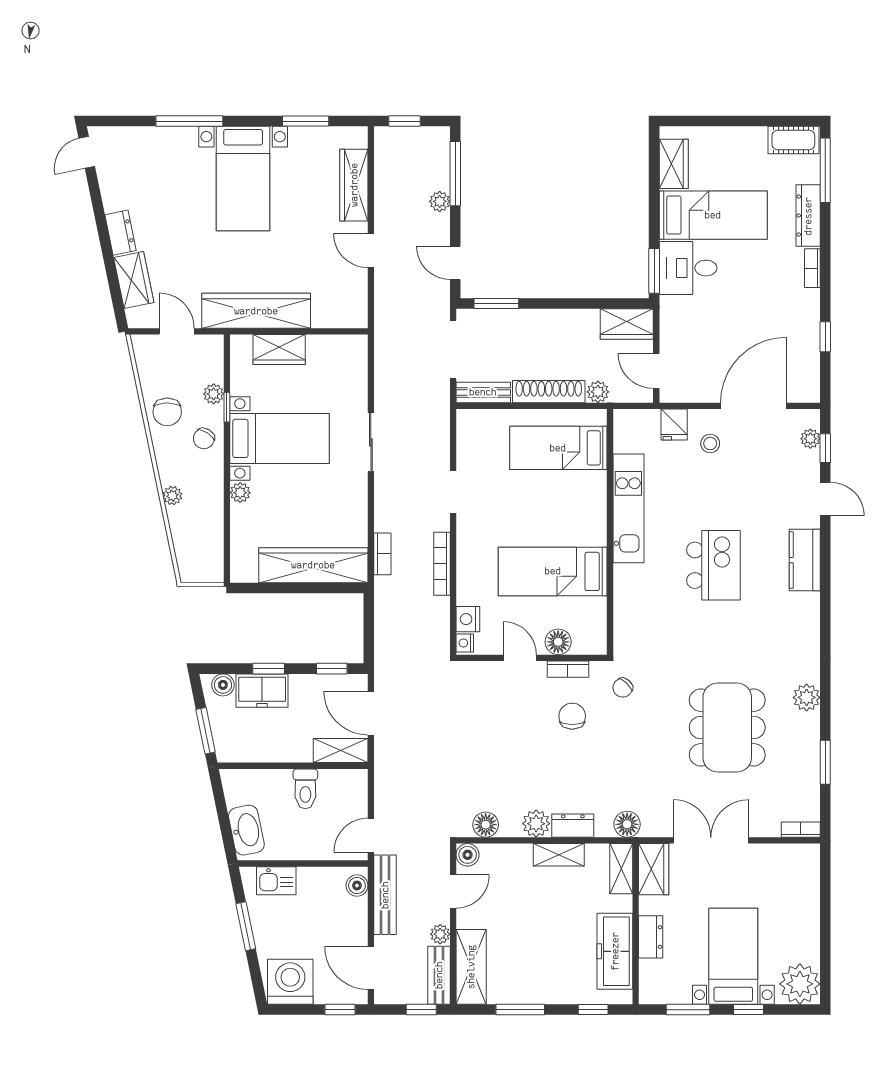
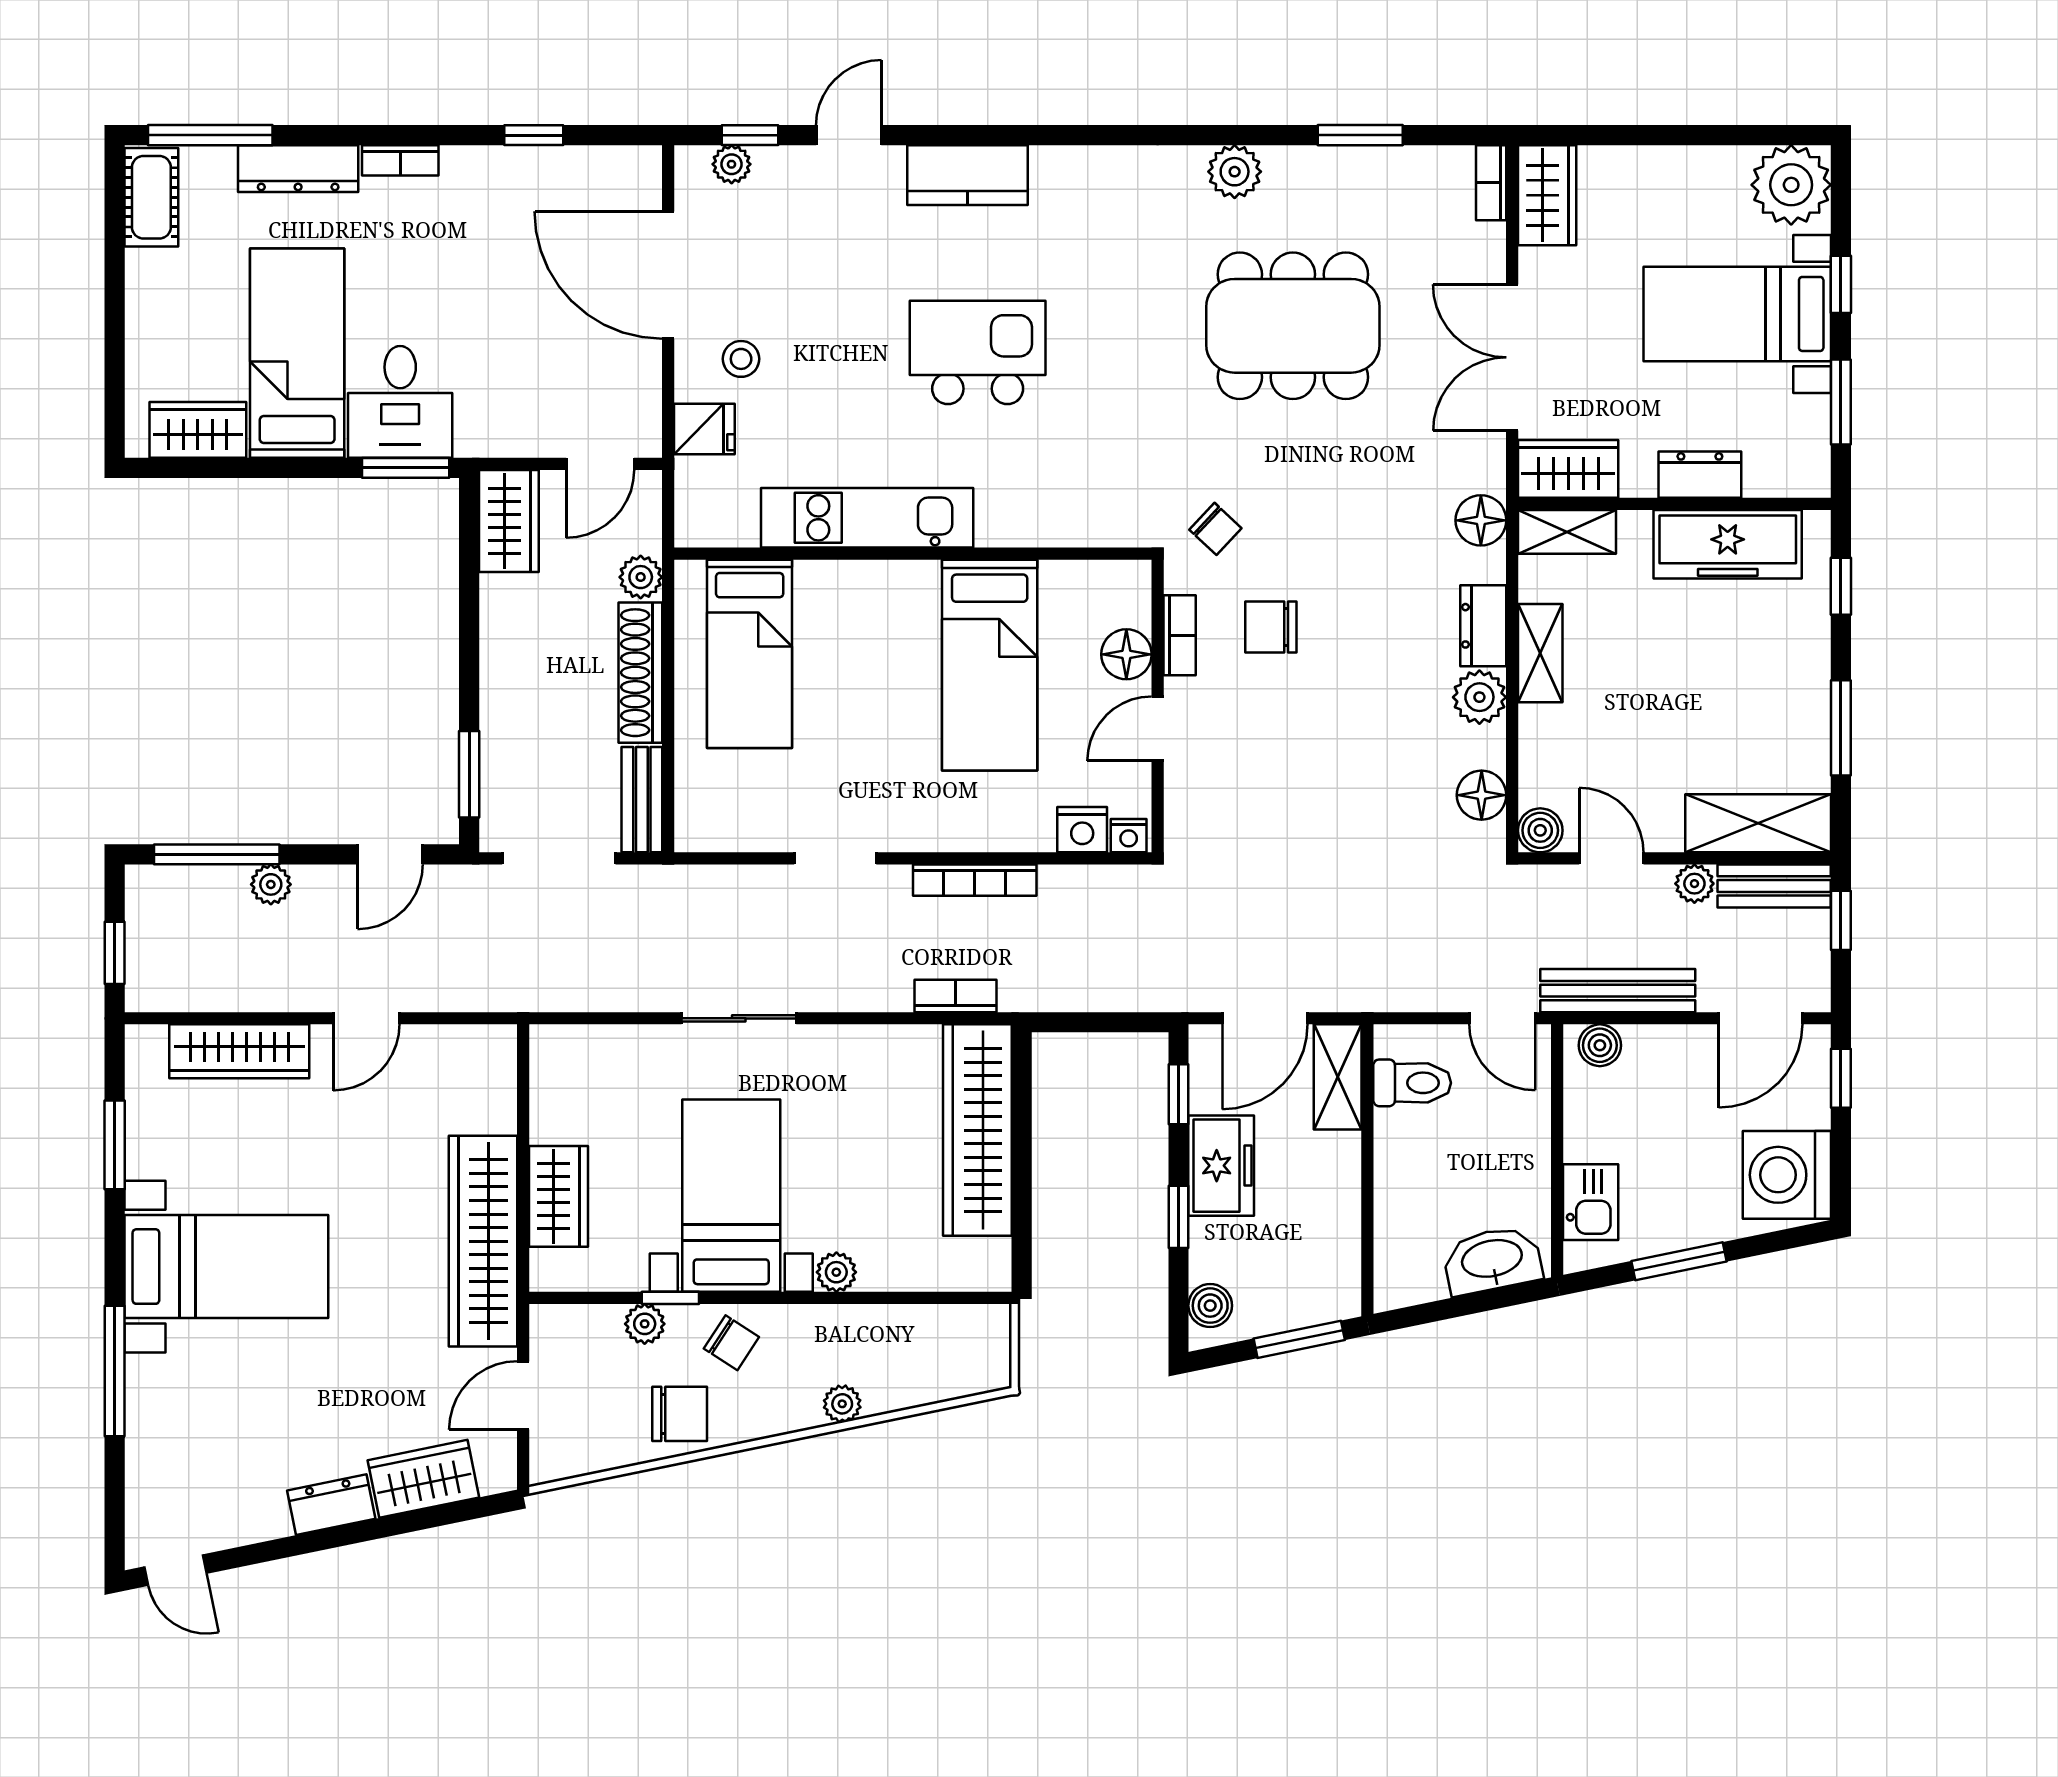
freezer: (262, 691) -> (1221, 1166), moved
toilet: (305, 789) -> (1412, 1083), moved
wardrobe: (794, 858) -> (1547, 195), added

